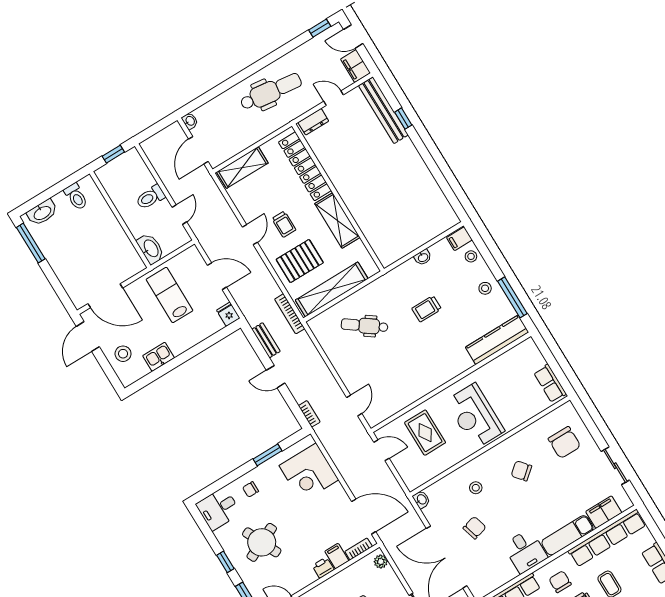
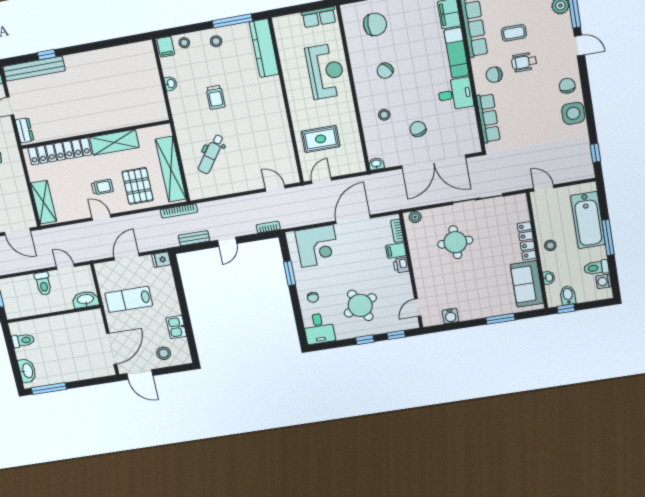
reception desk: (475, 416) -> (326, 71), moved, turned -90
door: (364, 517) -> (353, 219), moved

